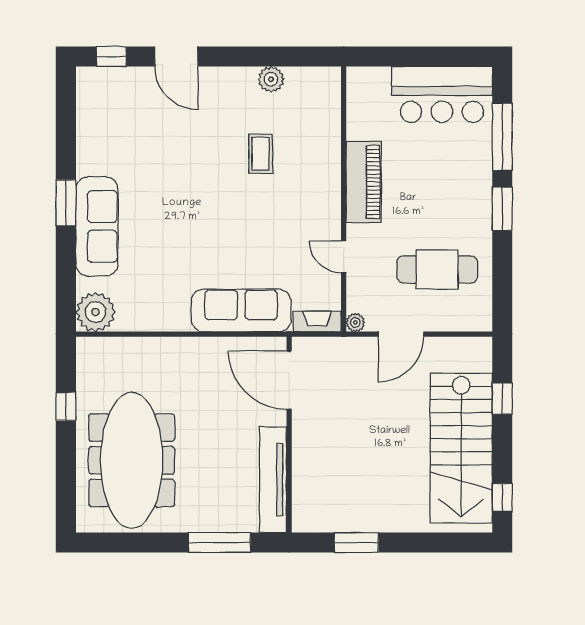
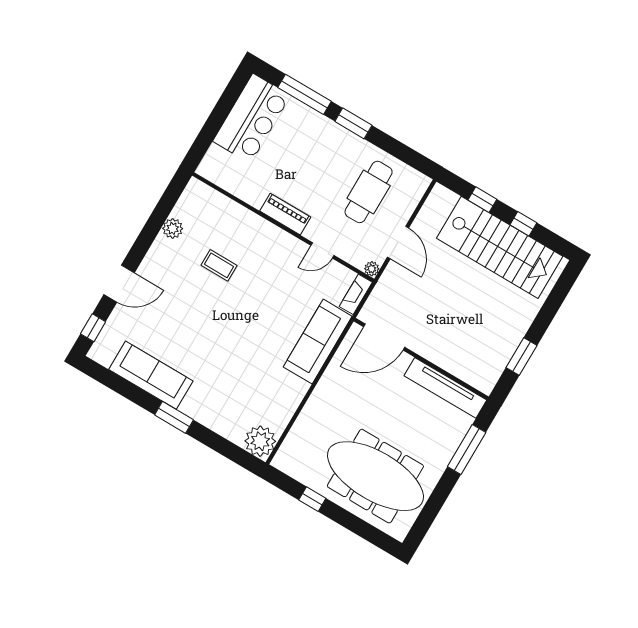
piano: (364, 182) -> (285, 214), width x0.73, depth x0.75
sofa: (97, 226) -> (151, 375), moved
window: (502, 498) -> (523, 224), moved

